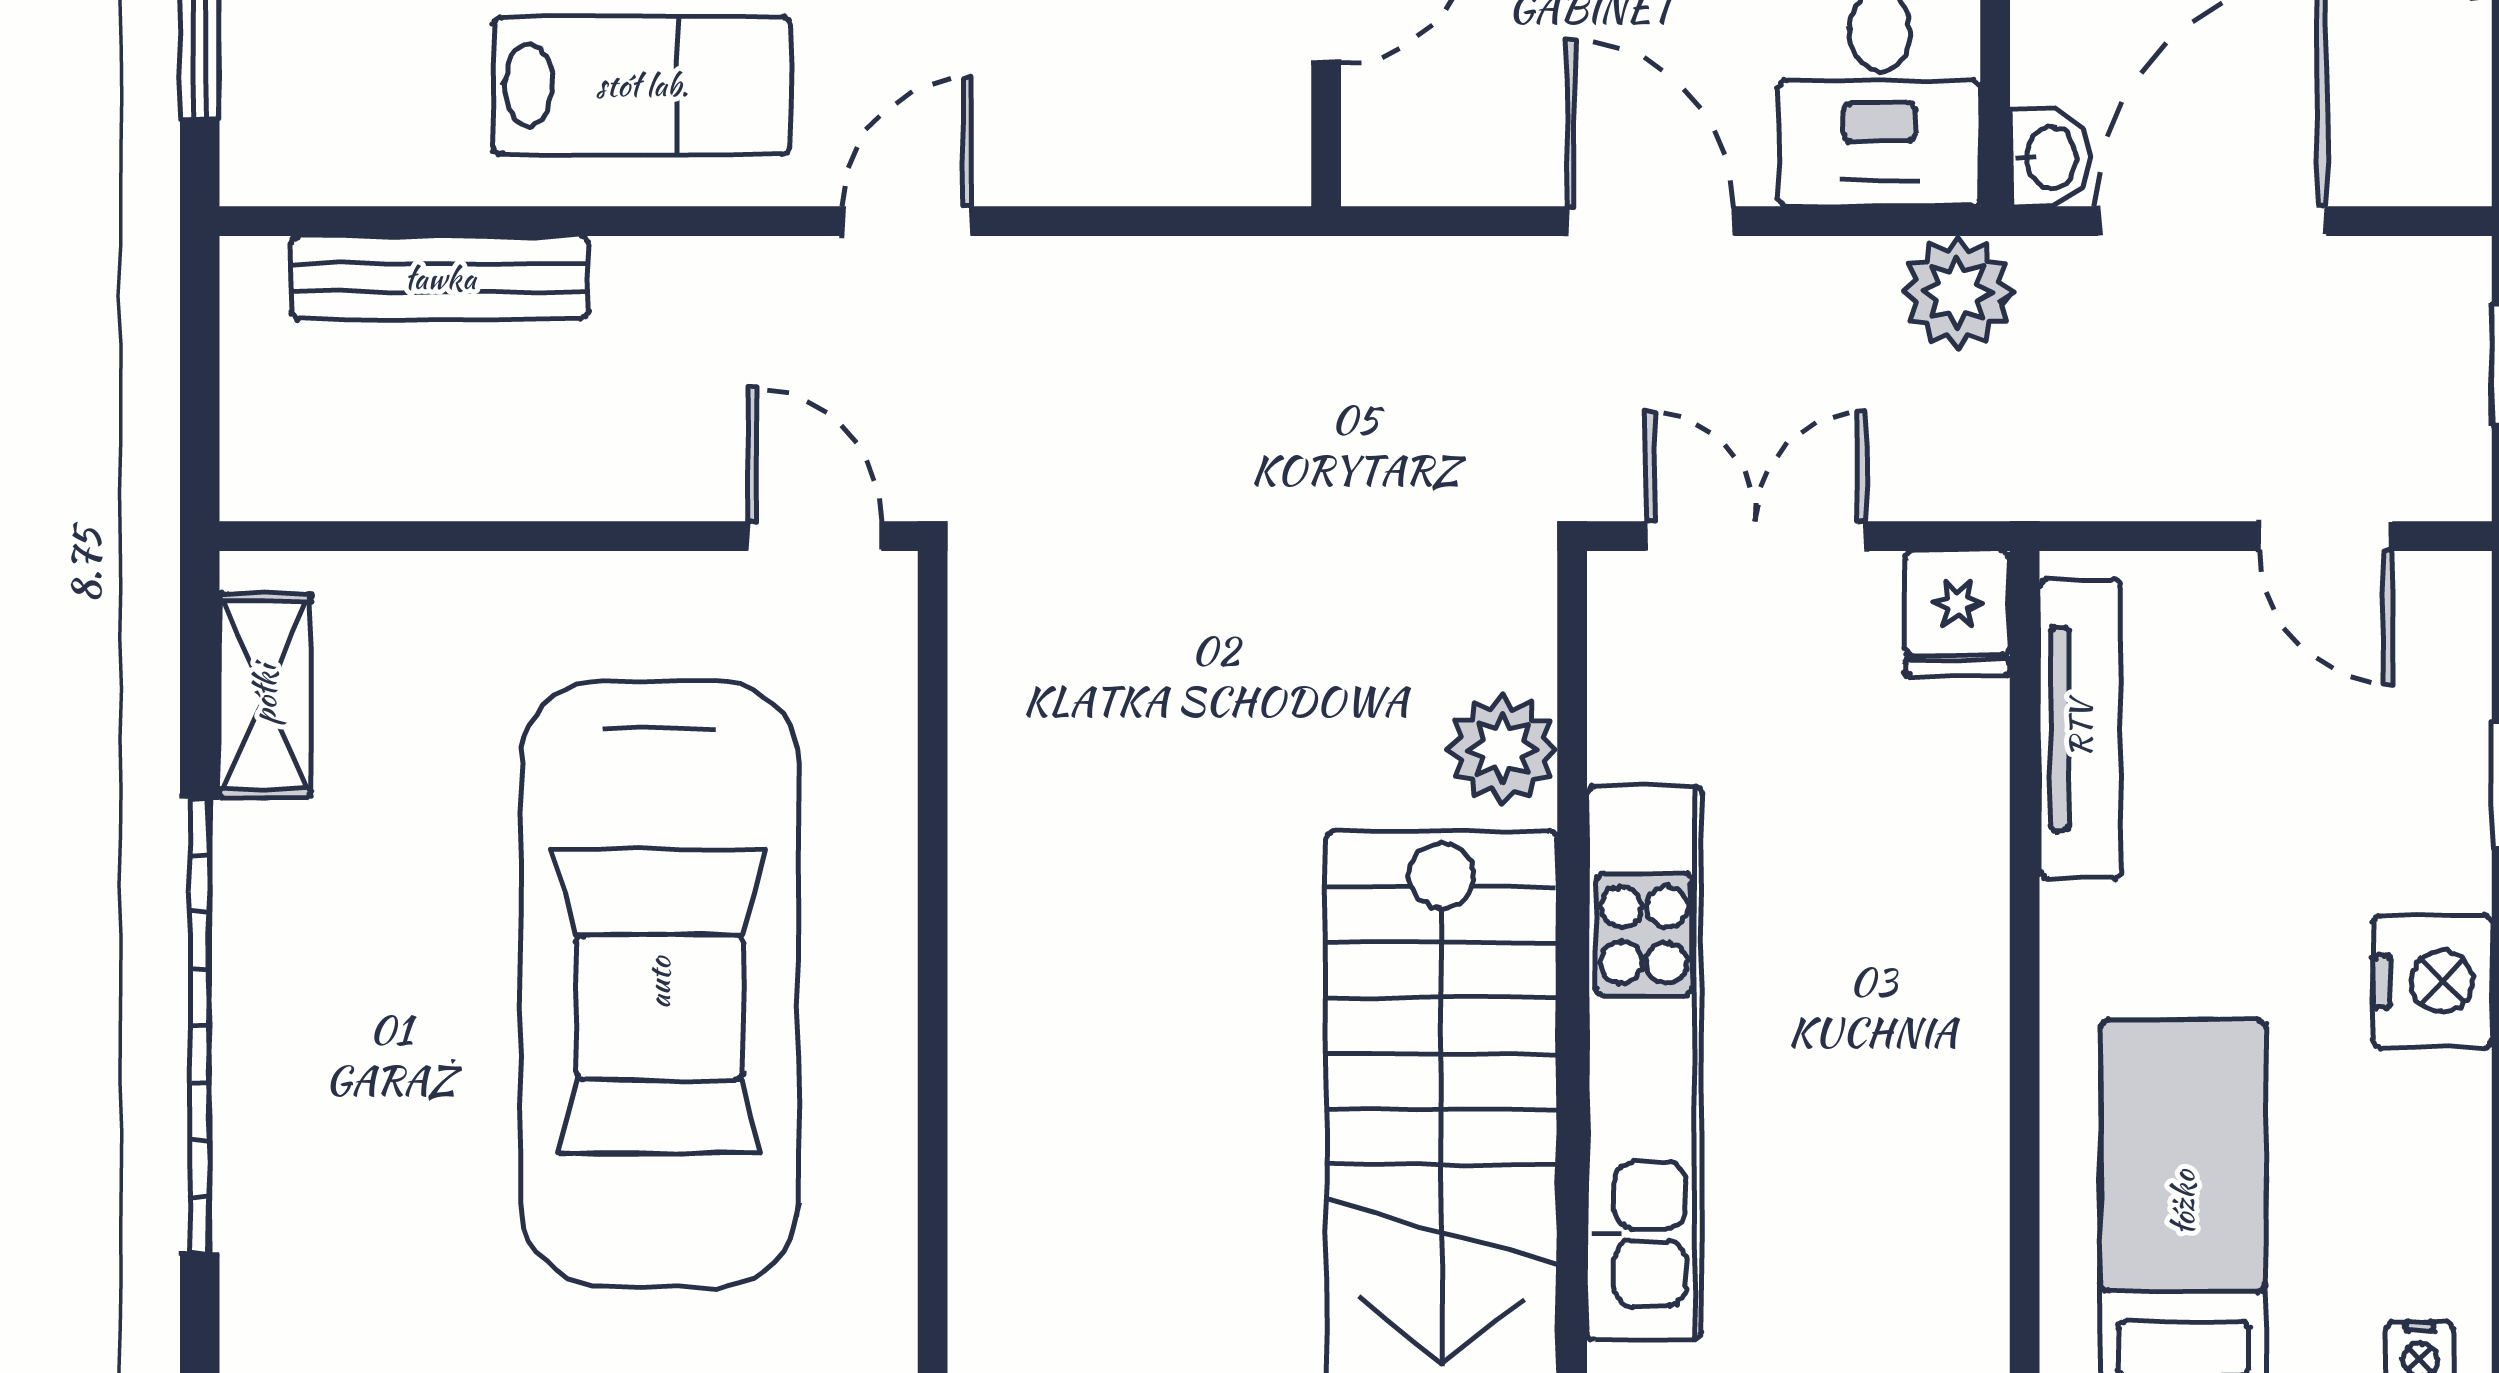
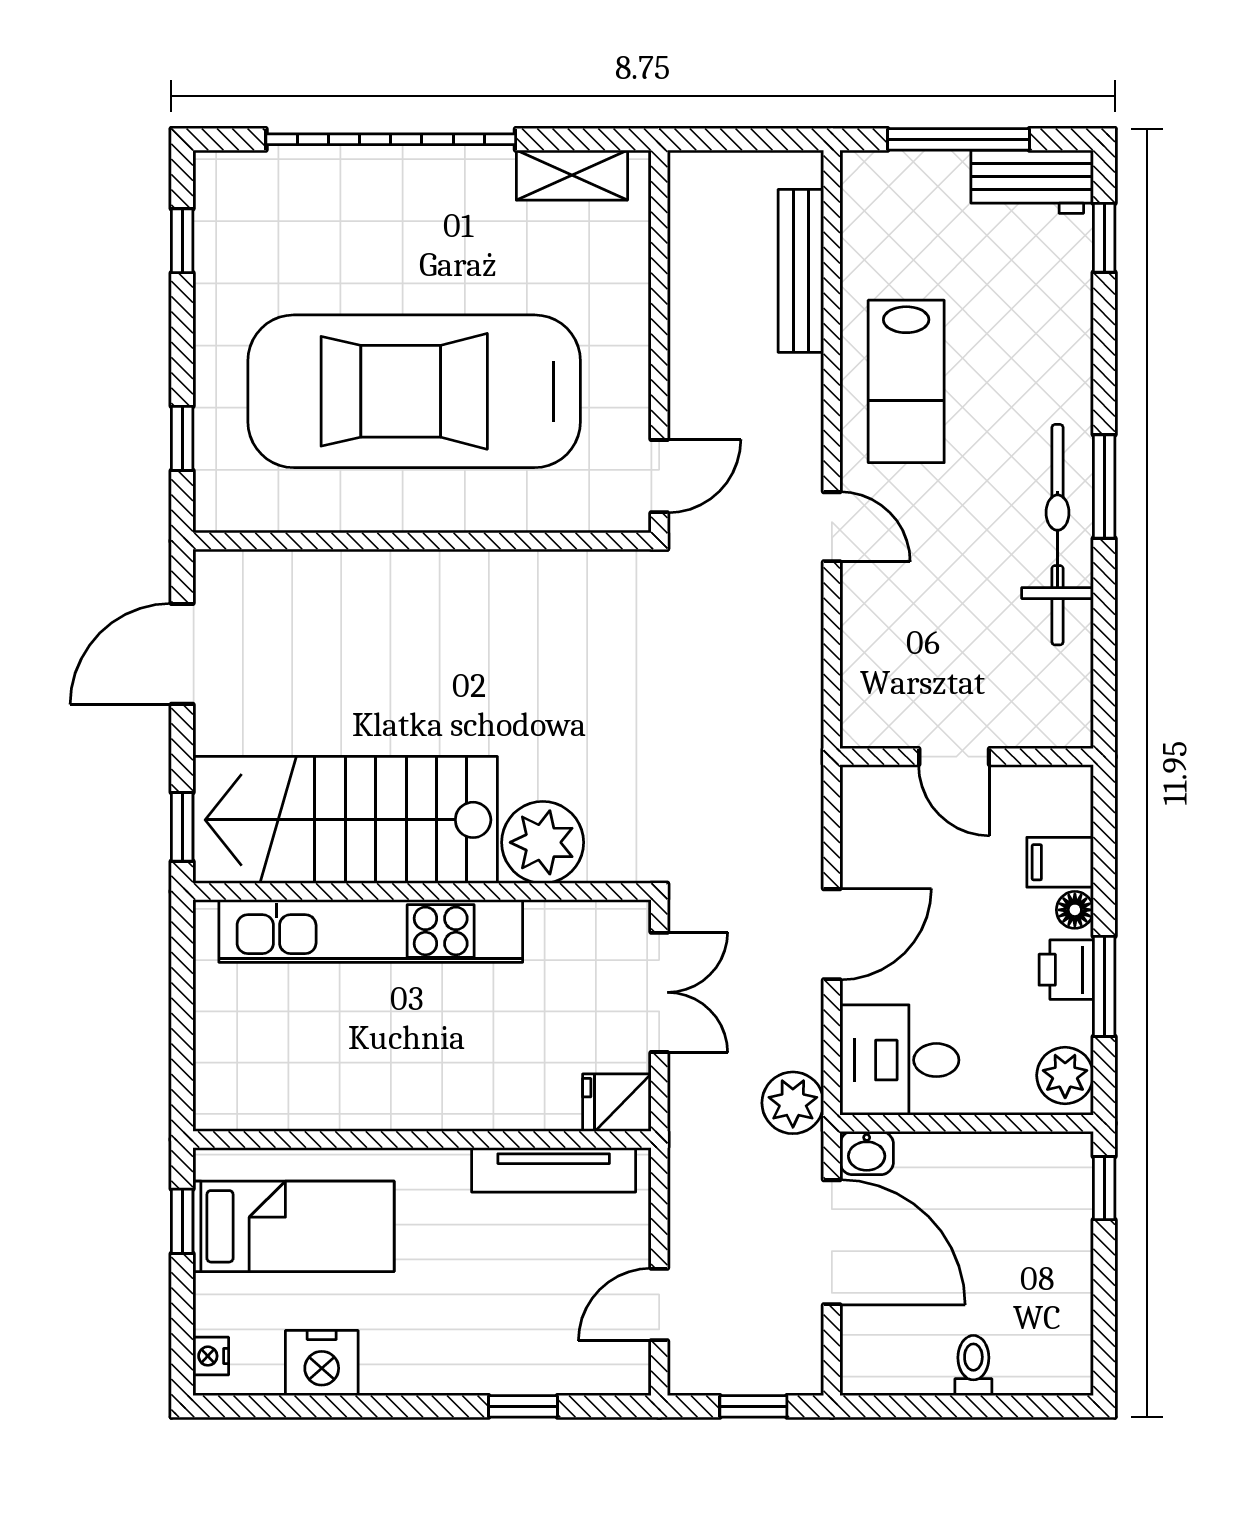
plant: (1503, 749) -> (543, 842), width x1.36, depth x1.36
nightstand: (2433, 981) -> (322, 1363), moved

